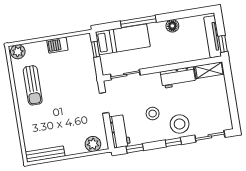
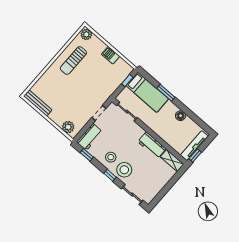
window: (138, 22) -> (166, 93), width x0.69
stool: (153, 114) -> (111, 157), moved

